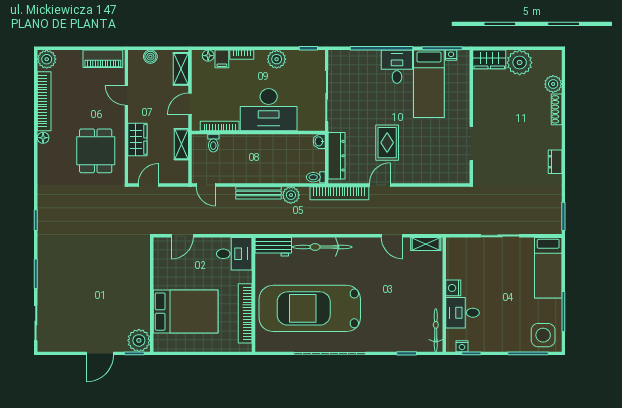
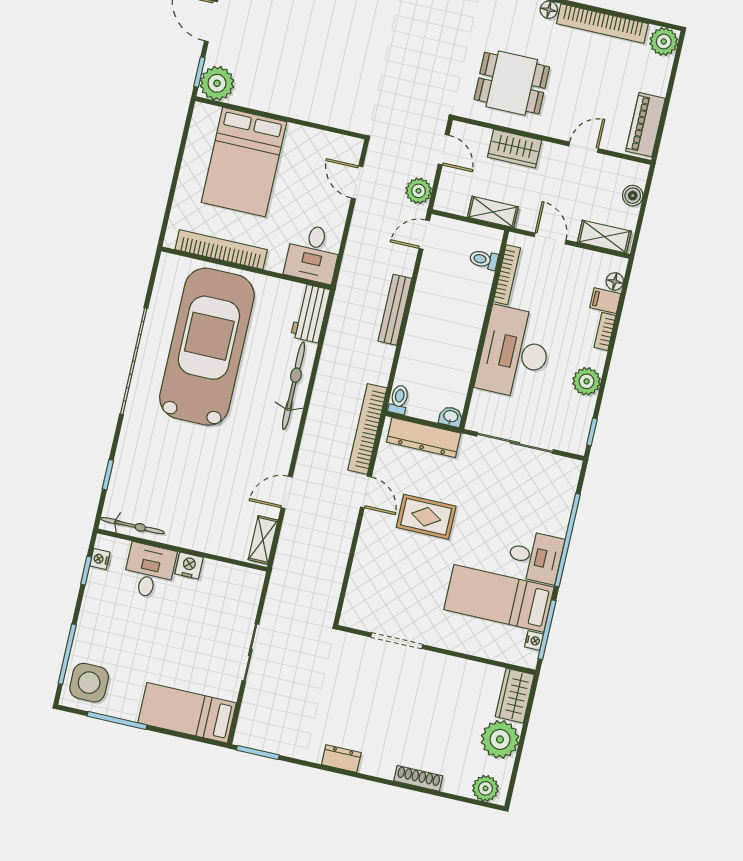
plant: (553, 84) -> (485, 788), moved
plant: (291, 195) -> (419, 191), moved

